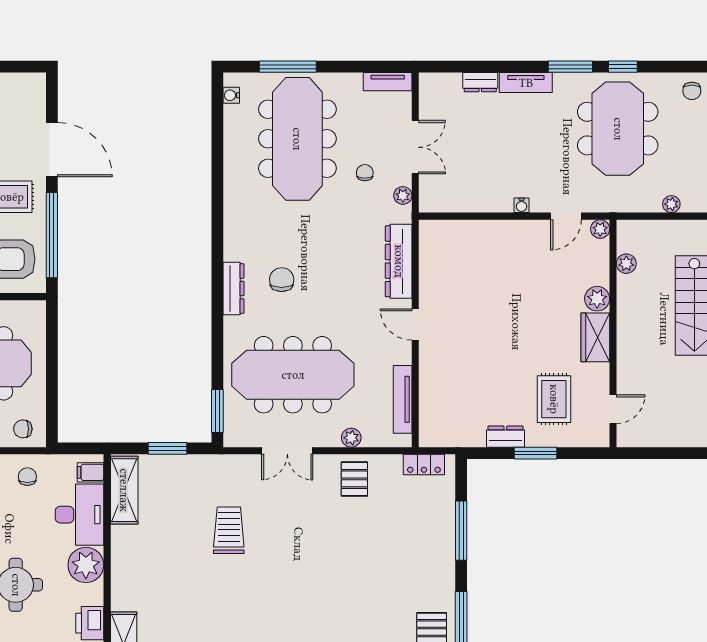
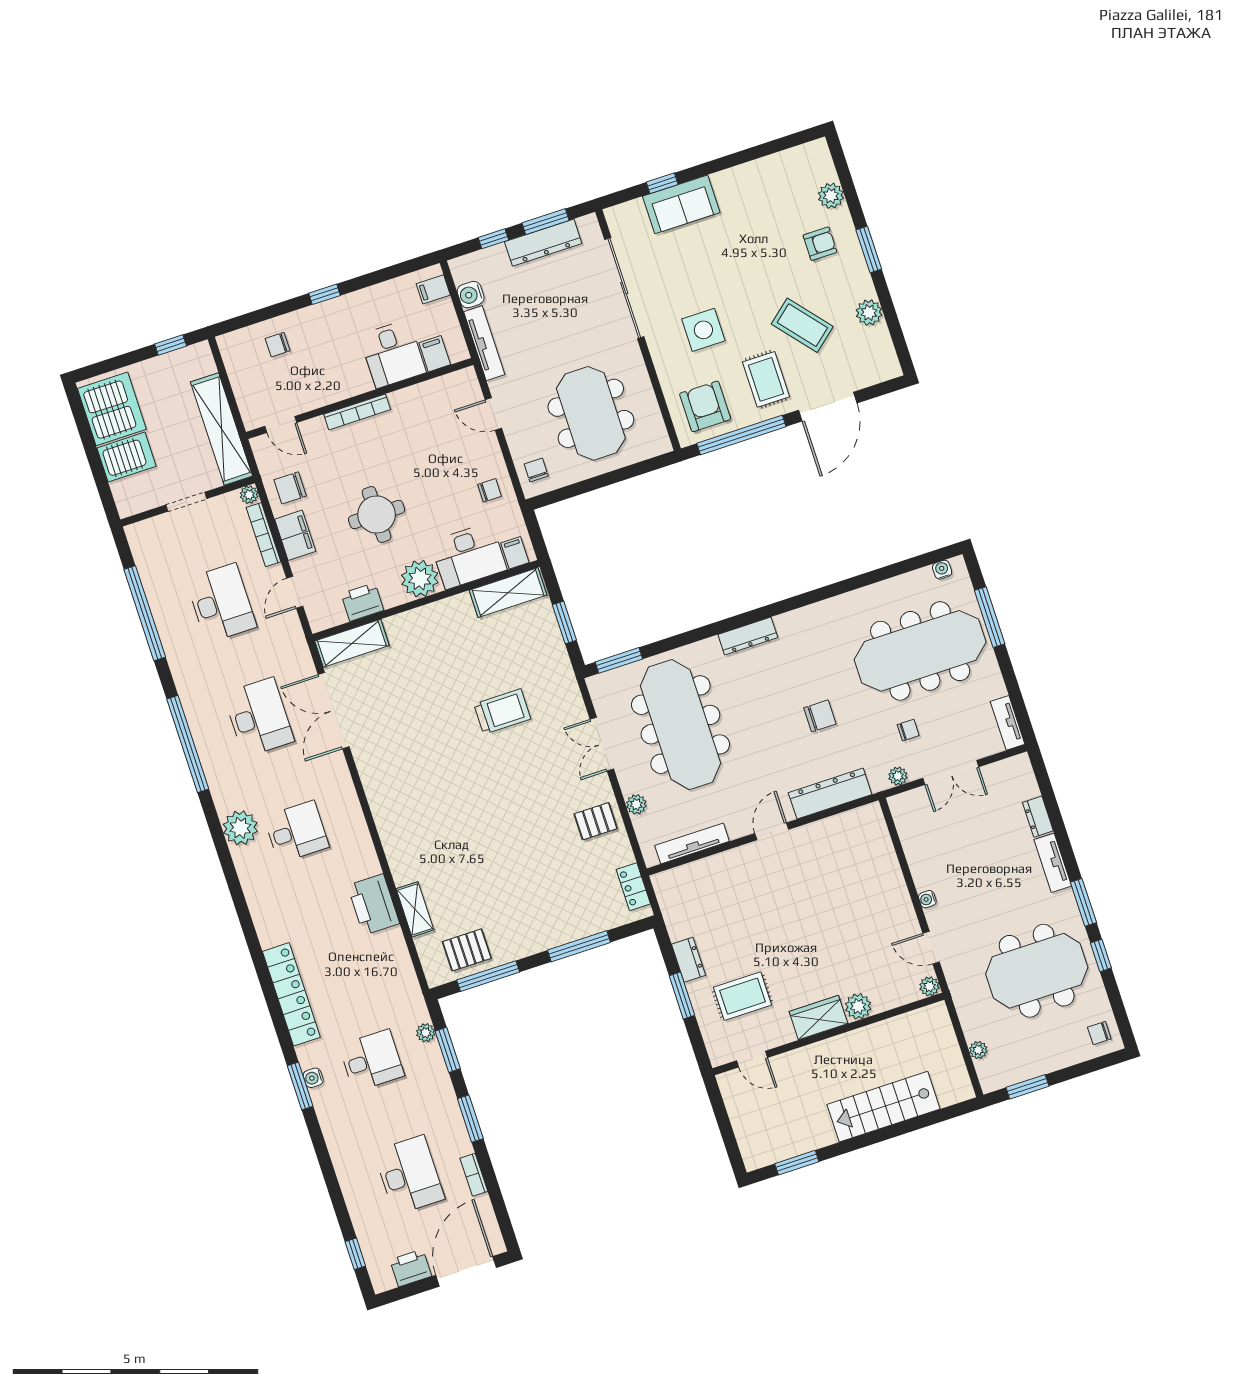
plant: (626, 264) -> (903, 1024), removed
chair: (282, 280) -> (820, 716), moved

